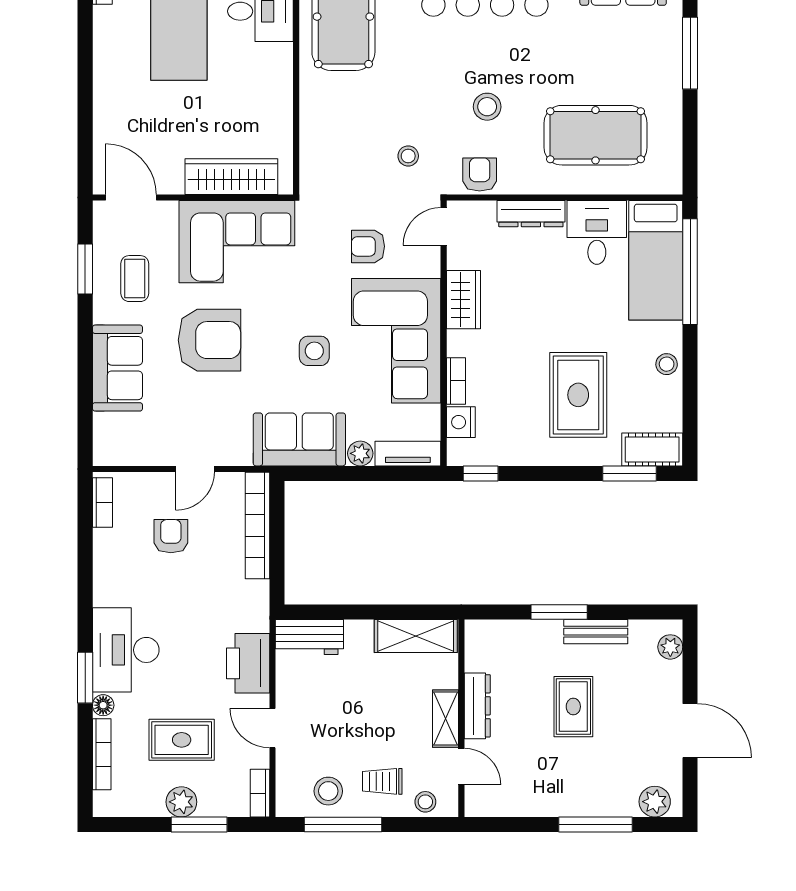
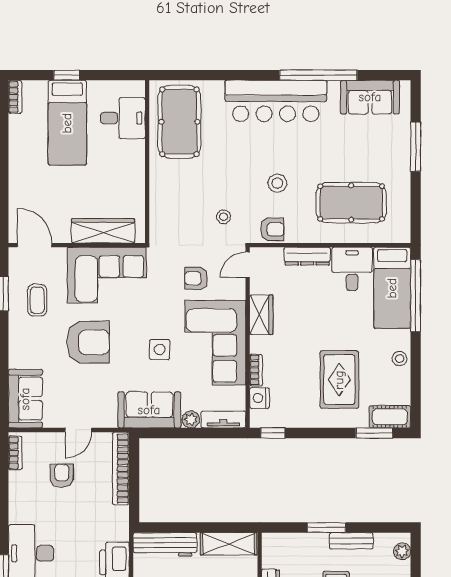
armchair: (480, 174) -> (272, 229), turned 90
sofa: (117, 368) -> (25, 399), moved
workbench: (309, 637) -> (165, 544), width x1.37

